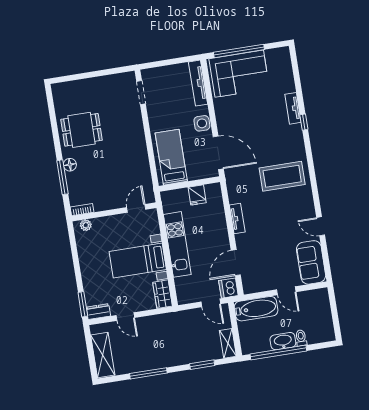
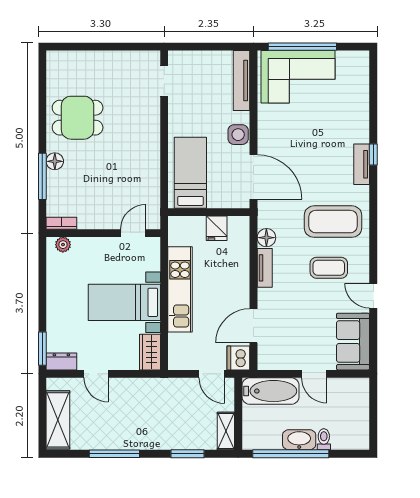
tv unit: (293, 108) -> (362, 164), moved
floor lamp: (235, 196) -> (266, 238), added
coffee table: (284, 211) -> (329, 268), added

